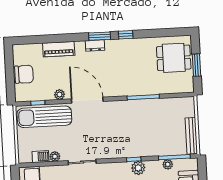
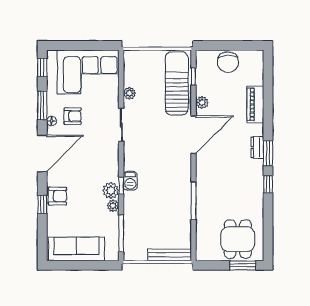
window: (196, 65) -> (243, 265), moved
bench: (191, 136) -> (170, 255), moved
barbecue: (41, 157) -> (130, 181), moved
plant: (168, 164) -> (113, 206), moved

